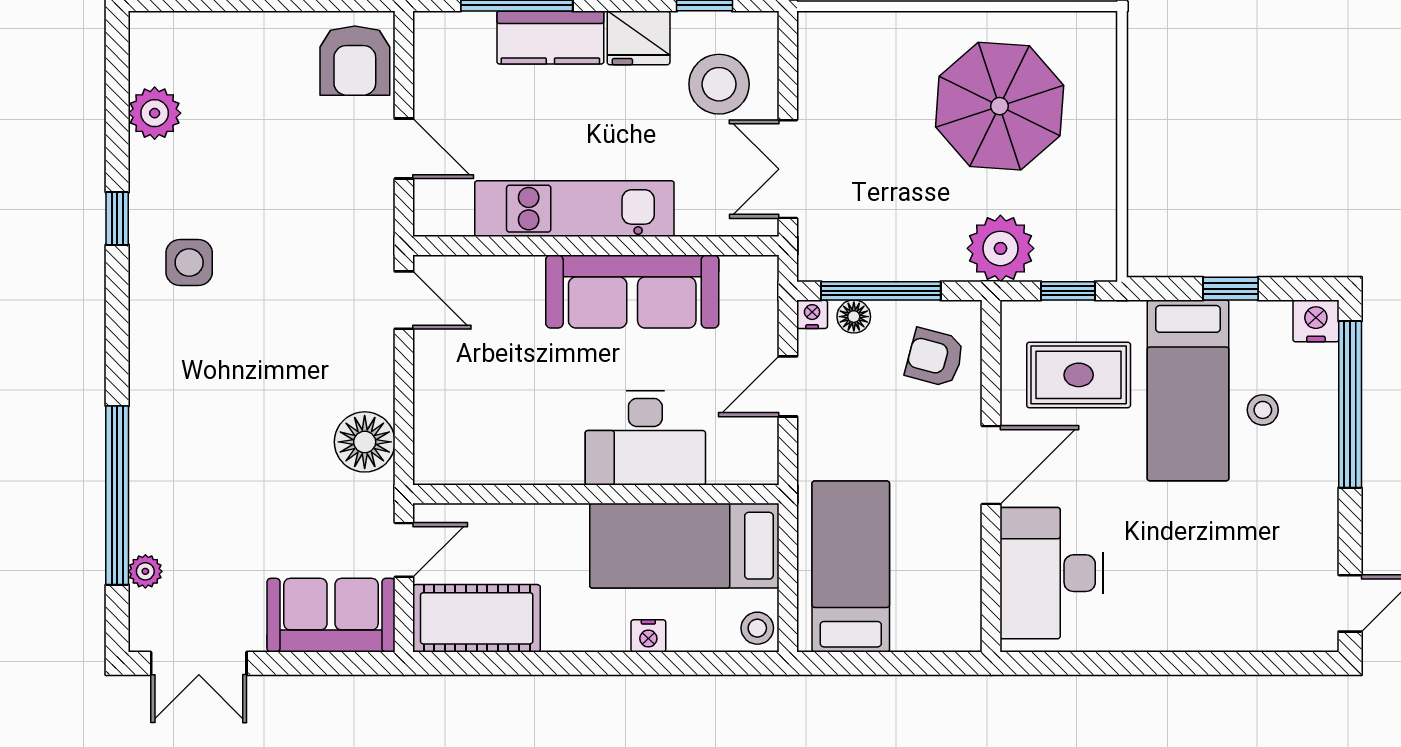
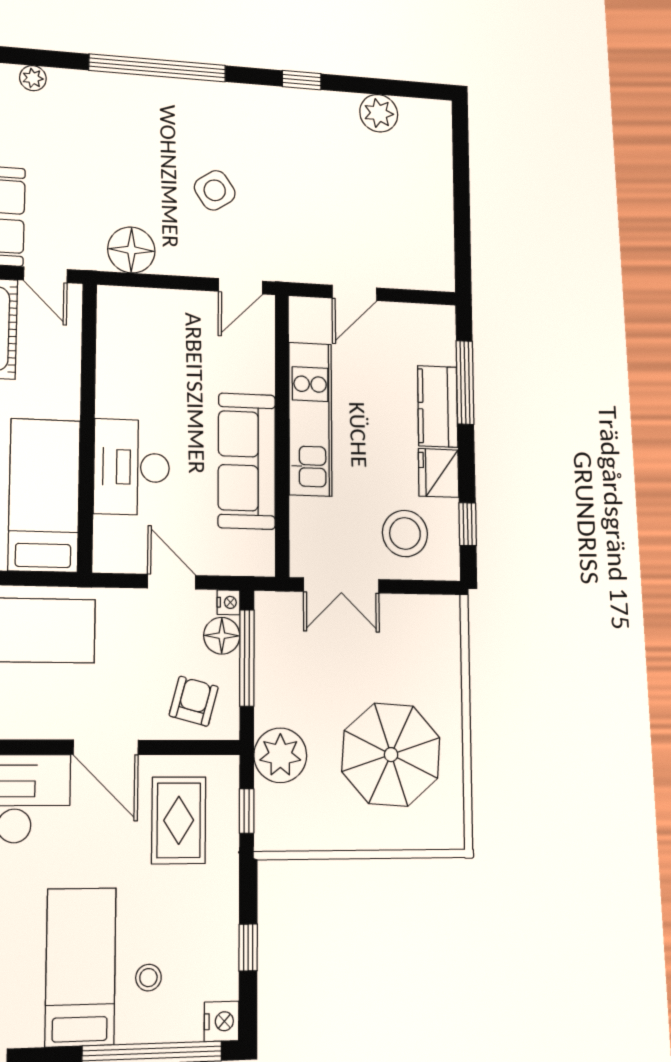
armchair: (355, 61) -> (419, 261), removed
double door: (788, 169) -> (341, 585), swing flipped
side table: (189, 263) -> (215, 190), moved, turned -34
floor lamp: (854, 317) -> (222, 636), width x1.37, depth x1.37
bed: (1188, 390) -> (81, 967), moved, turned 90
window: (117, 495) -> (158, 68), moved

